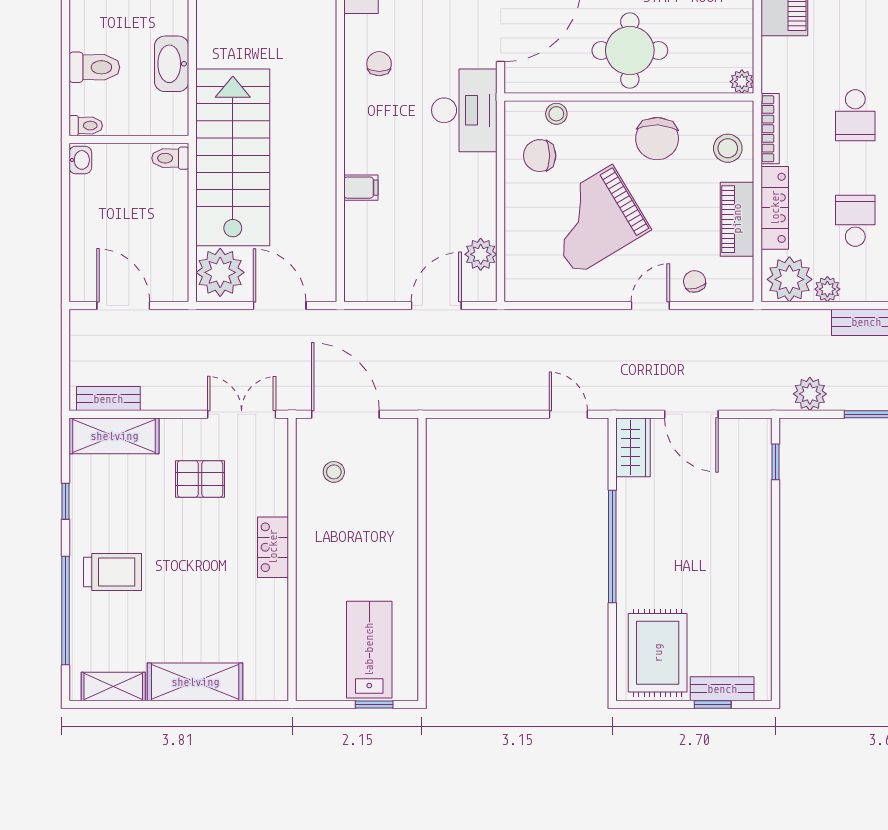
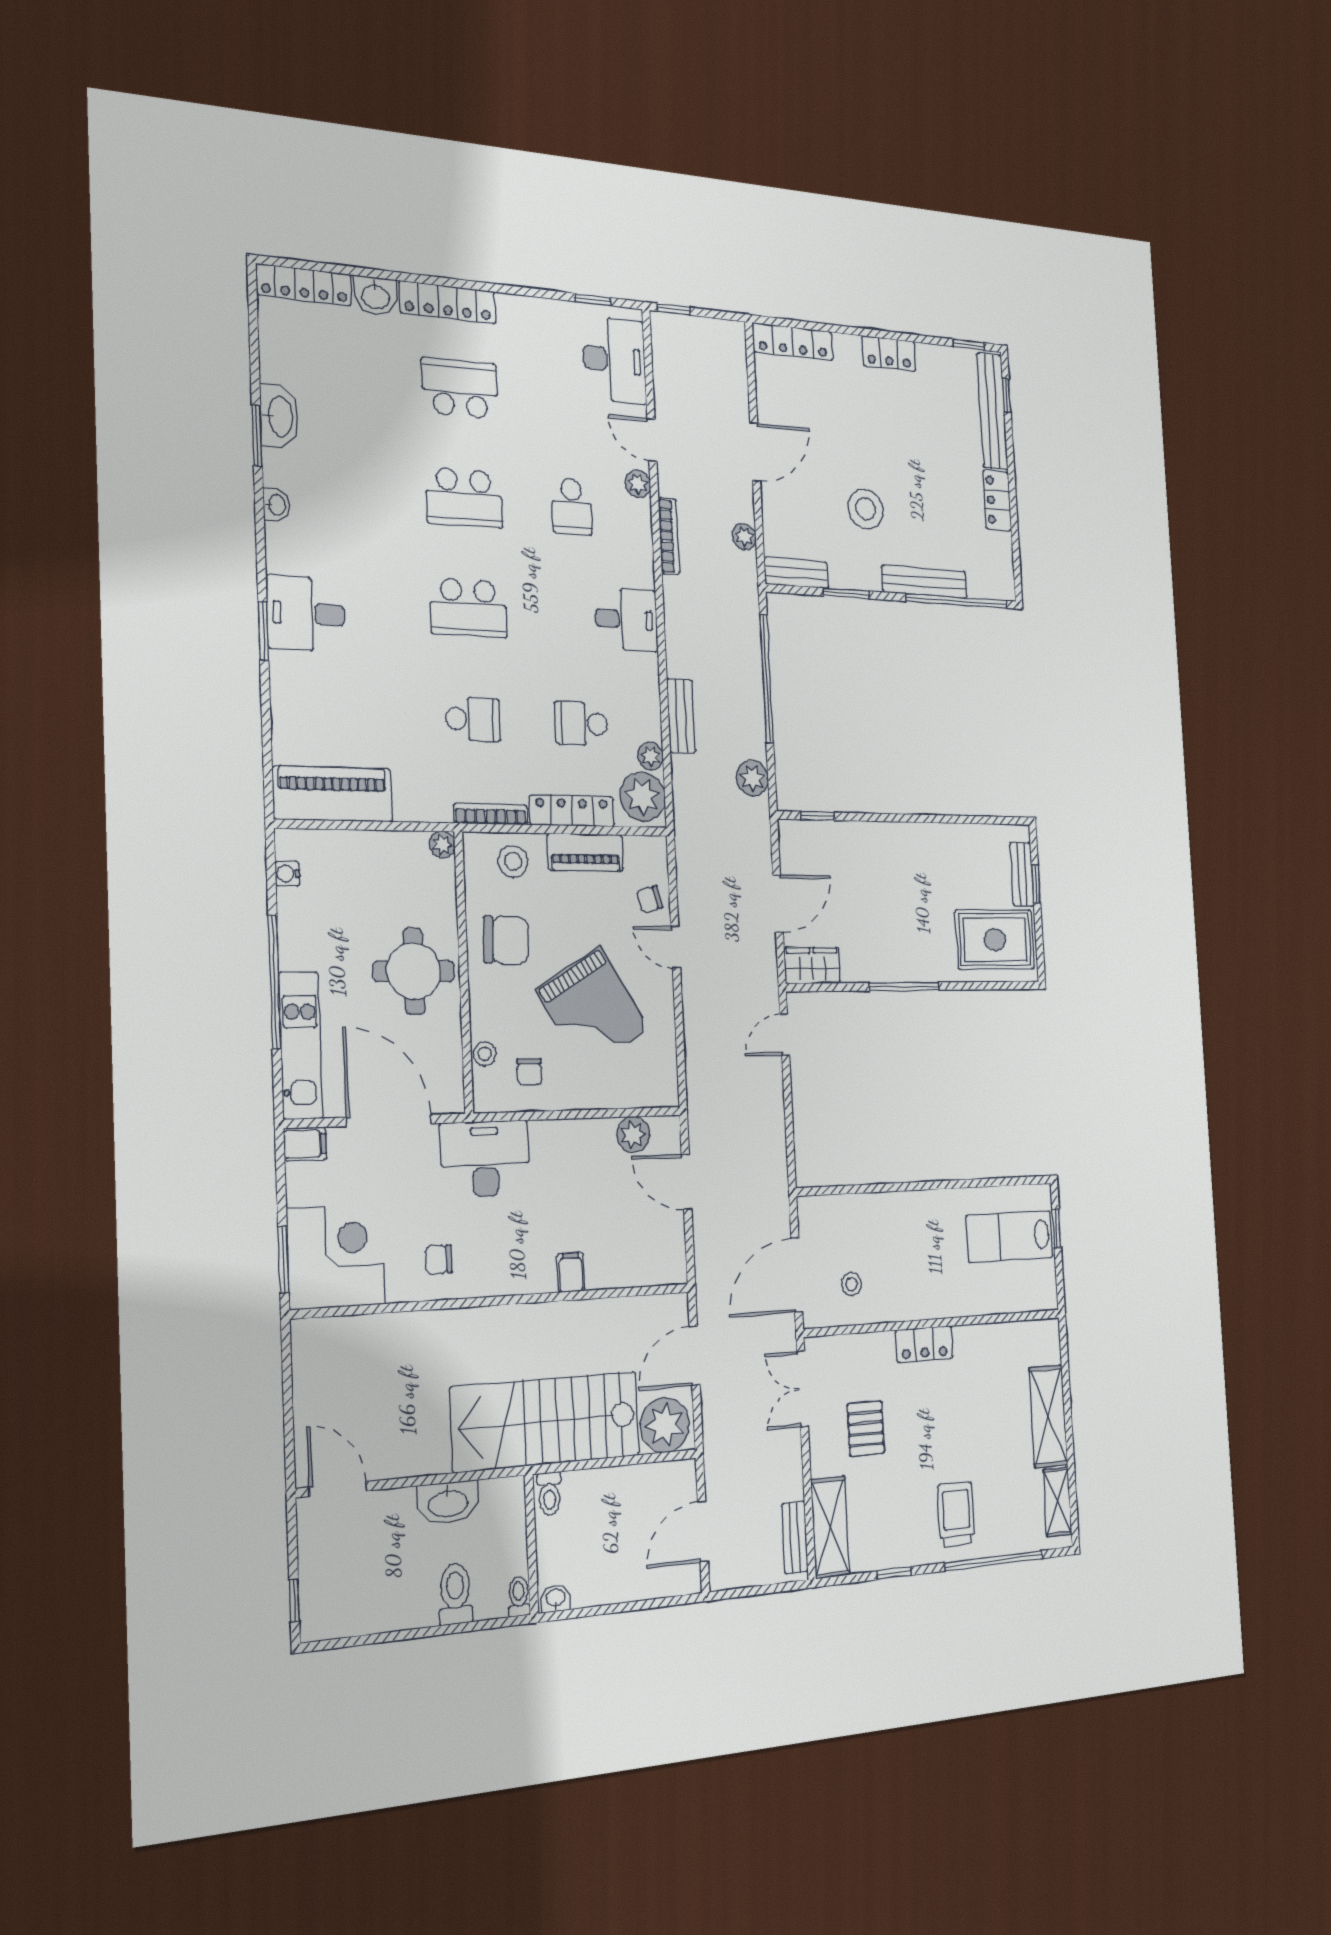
chair: (540, 156) -> (529, 1072), width x0.73, depth x0.73
window: (612, 546) -> (904, 987), width x0.68

